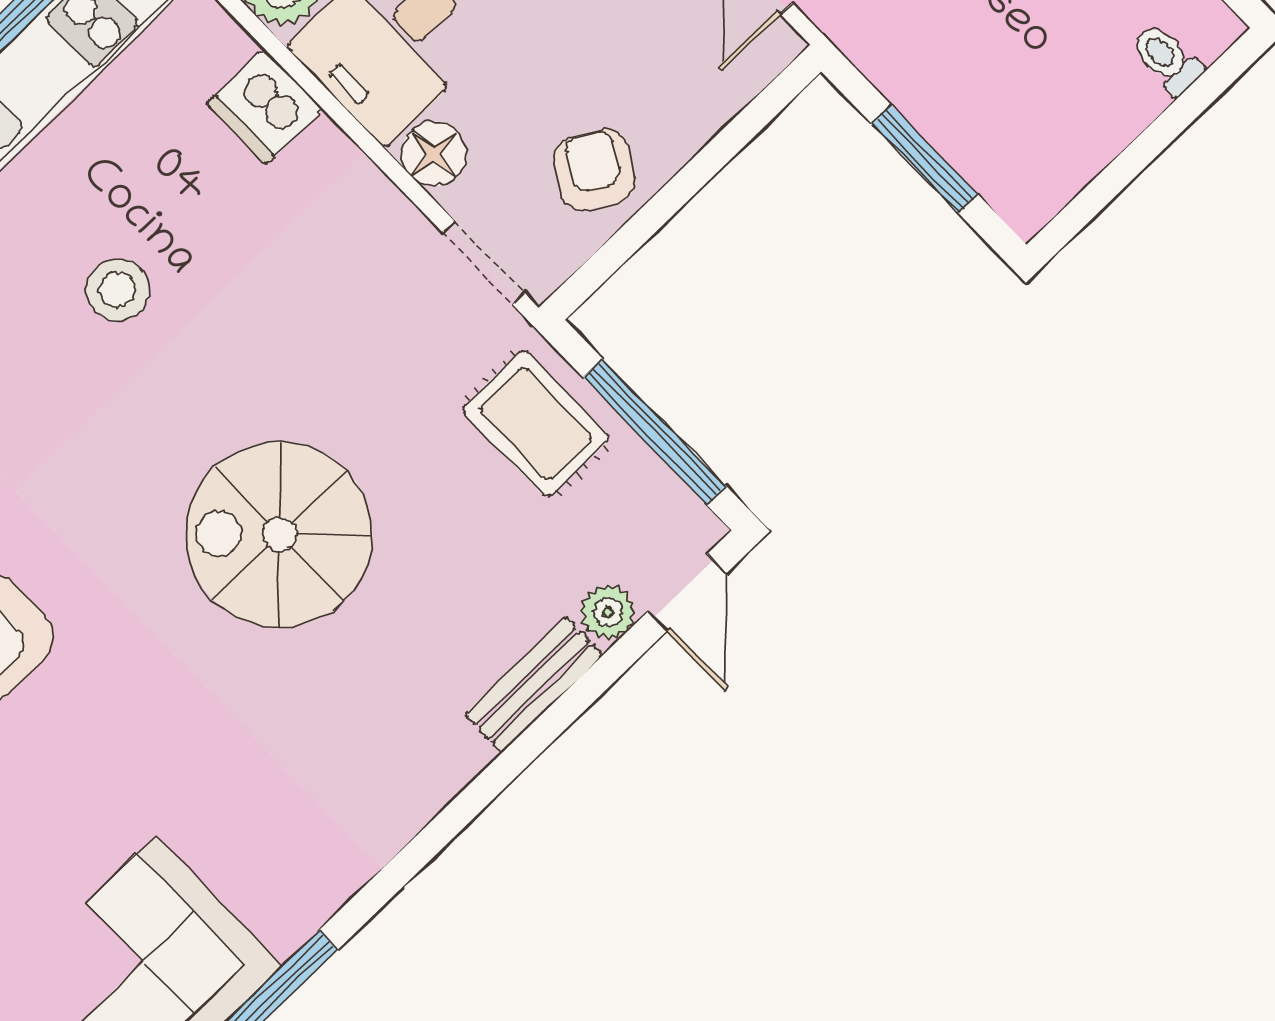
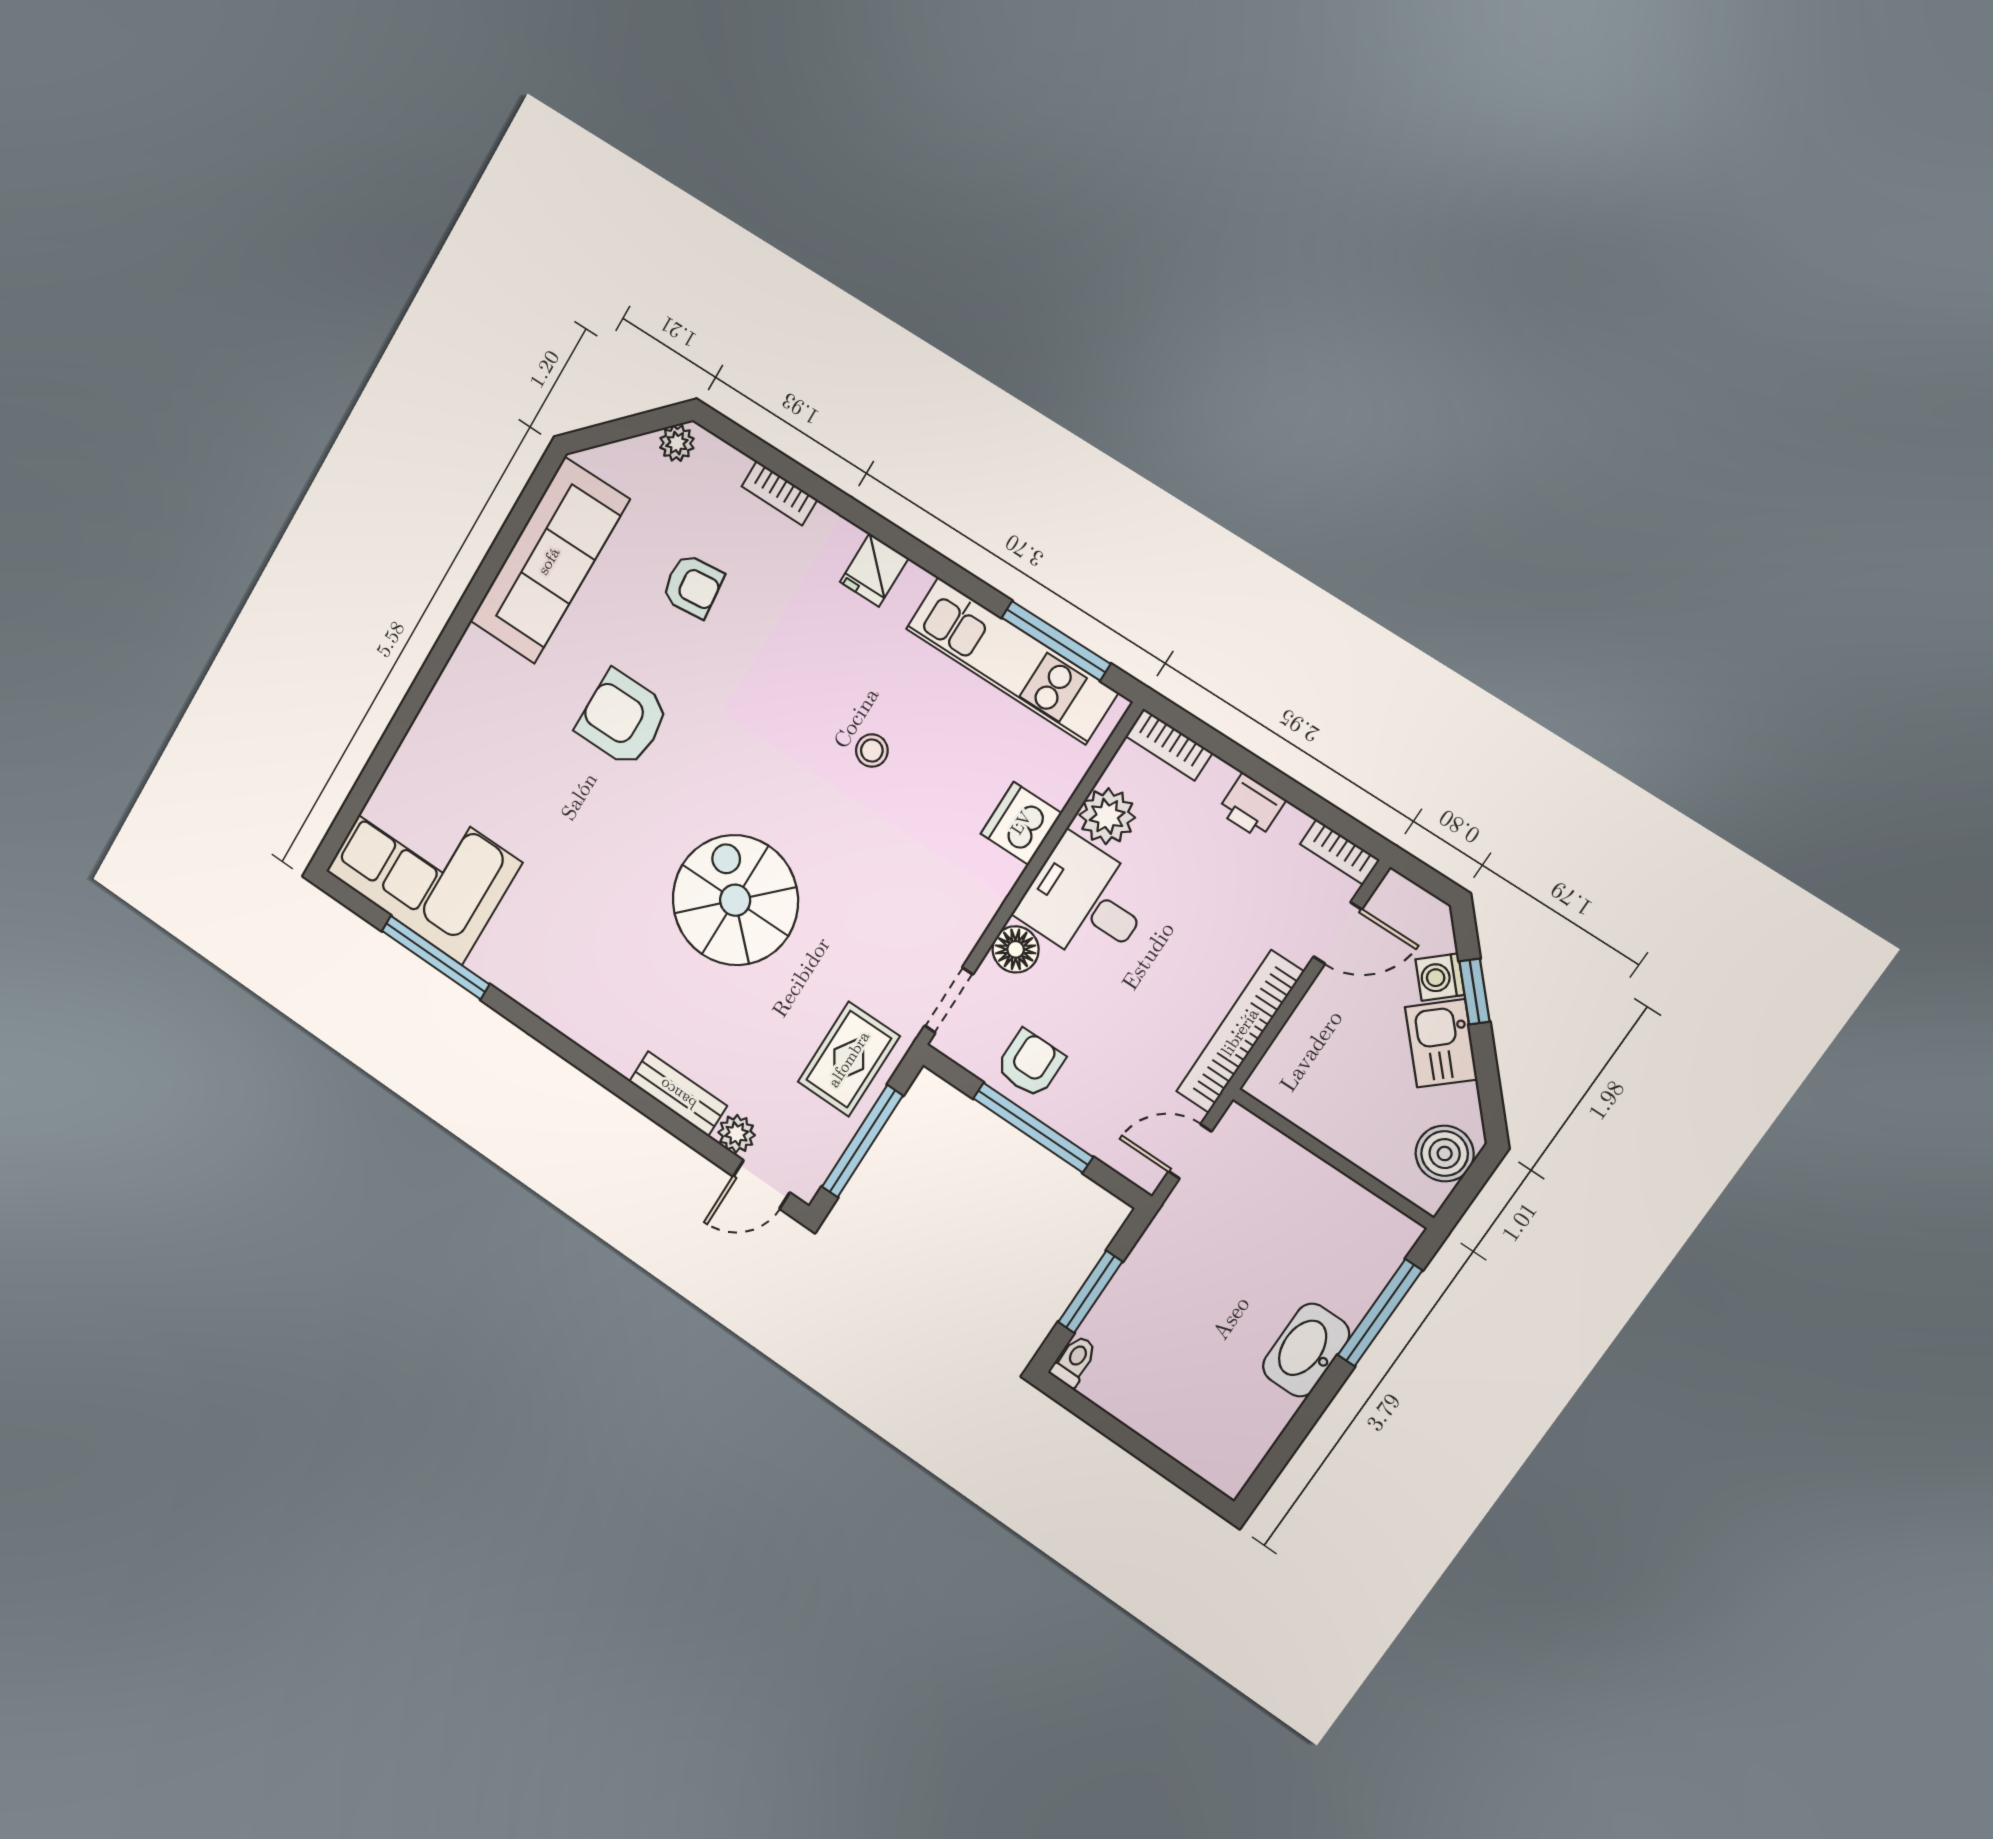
toilet: (1167, 59) -> (1074, 1361), moved
armchair: (594, 170) -> (1030, 1064), turned -31
window: (683, 186) -> (1033, 1128), added
stool: (118, 290) -> (872, 751), width x0.73, depth x0.73

